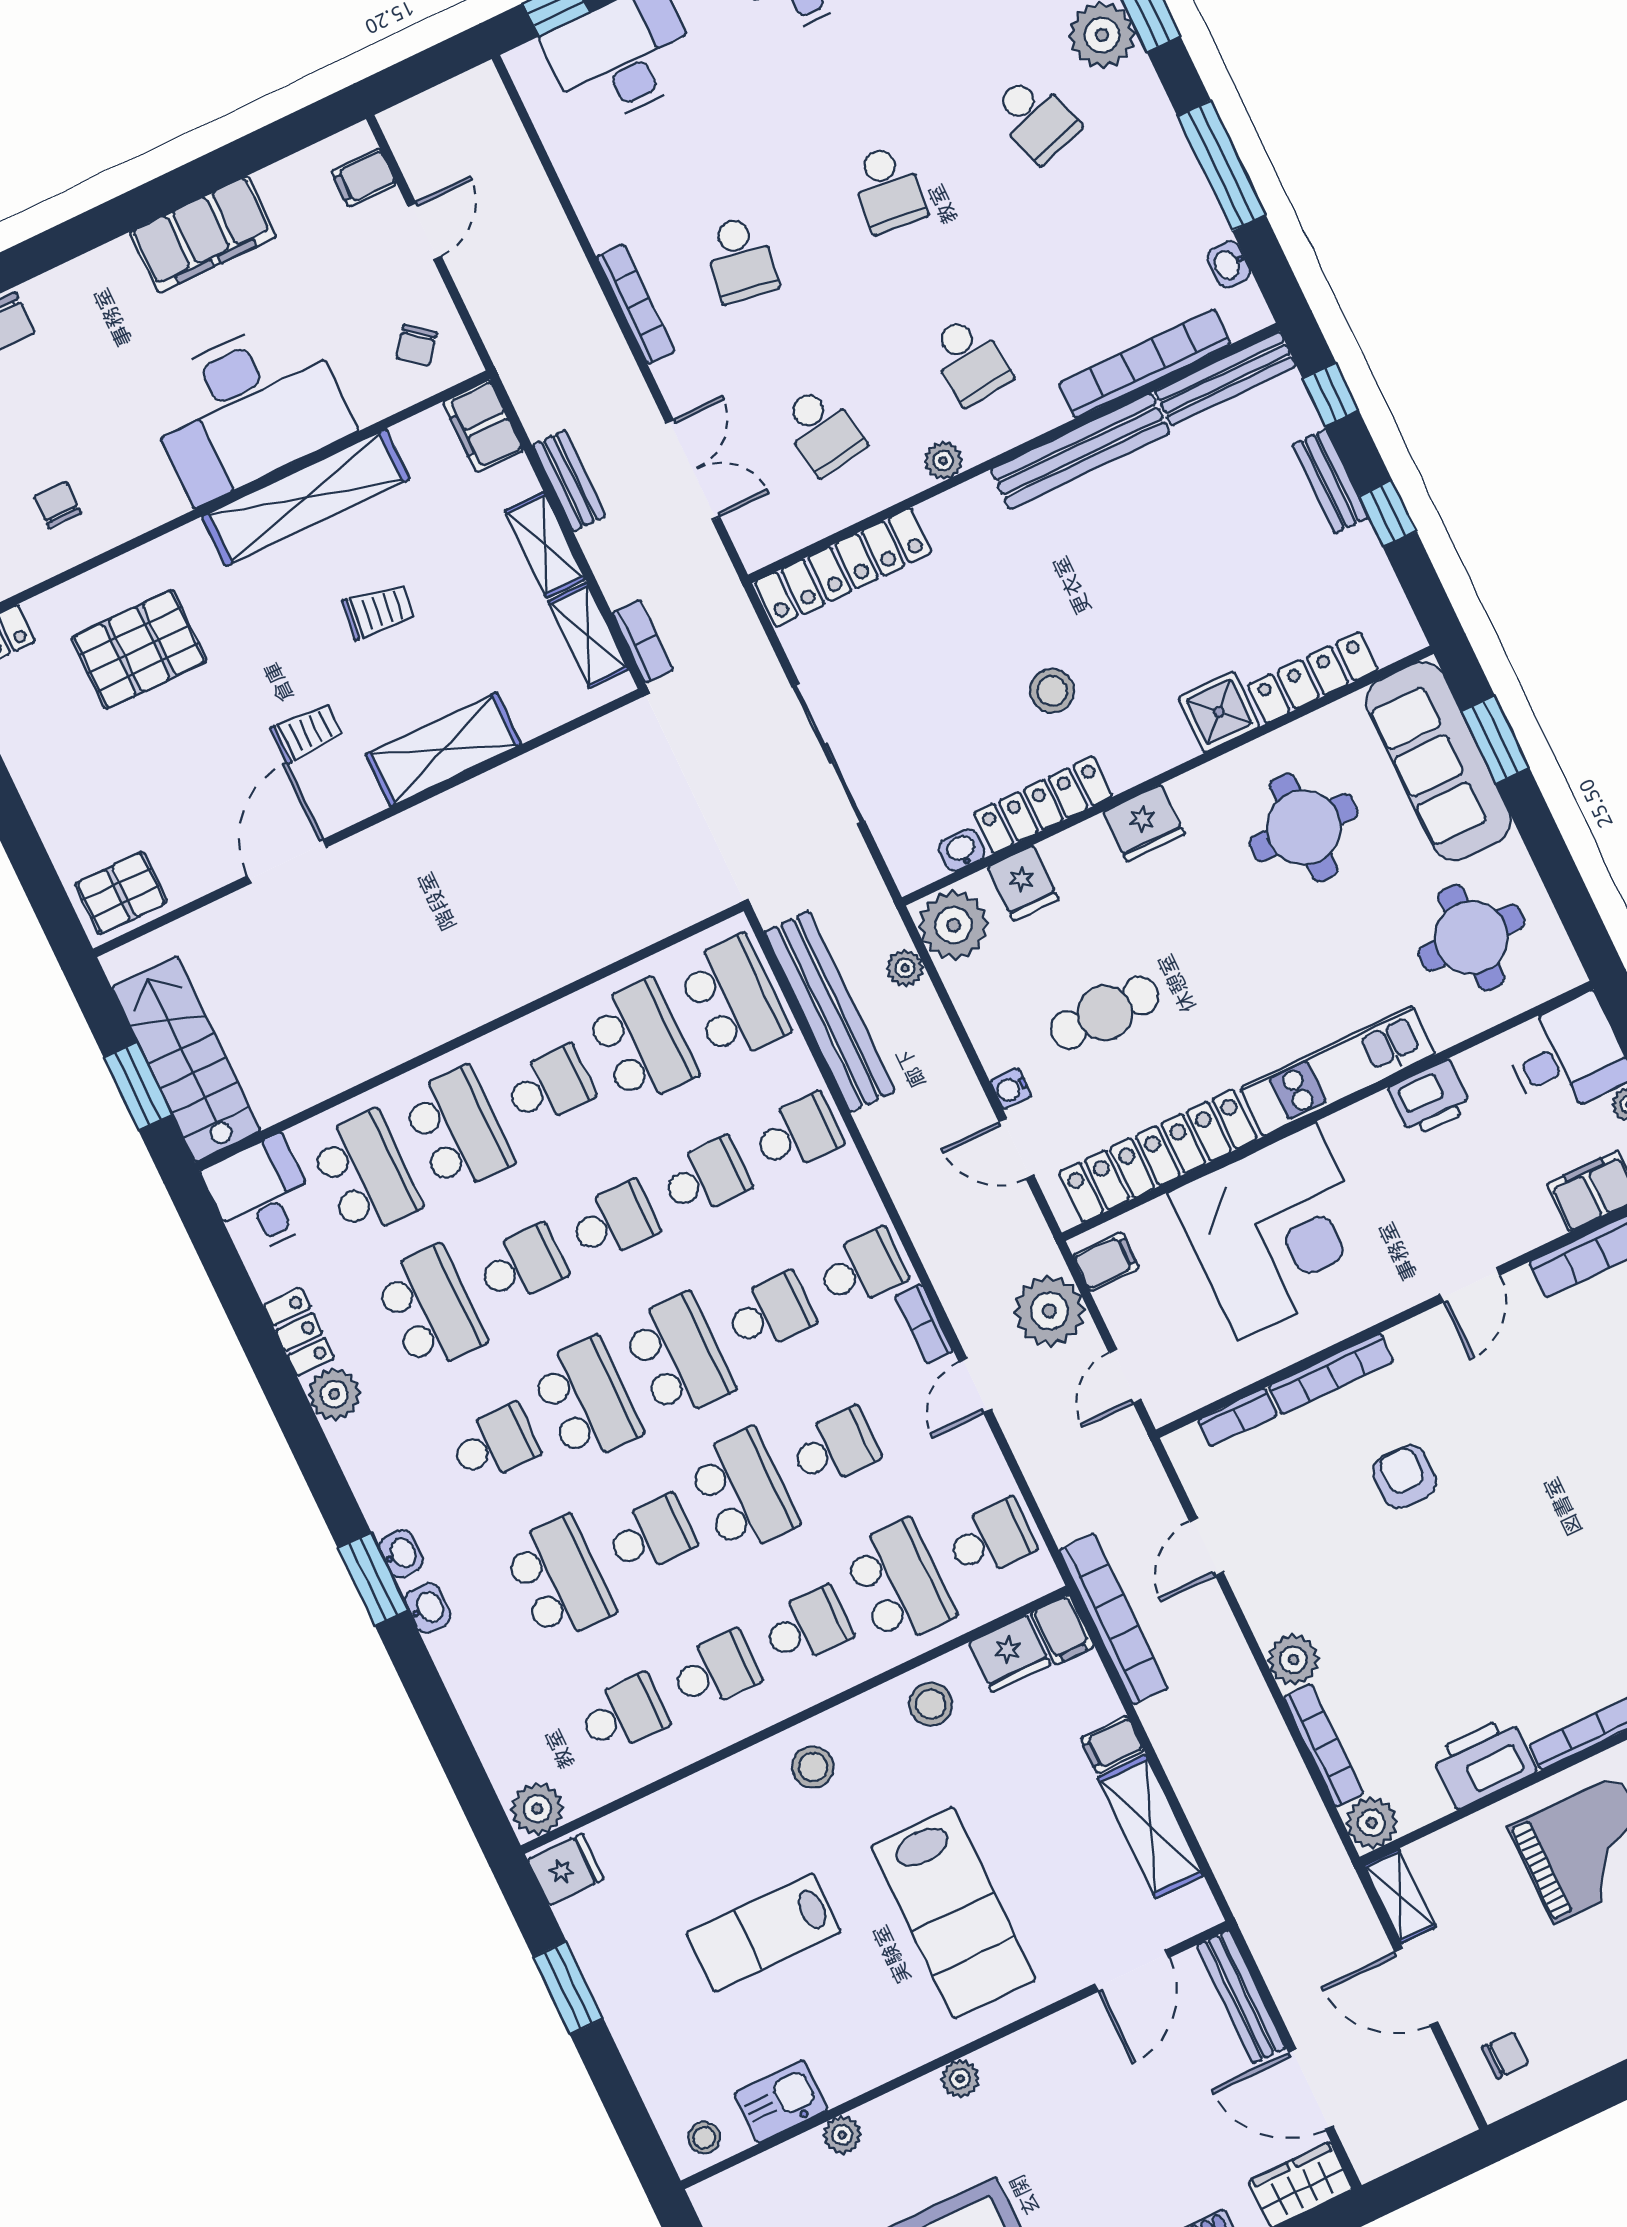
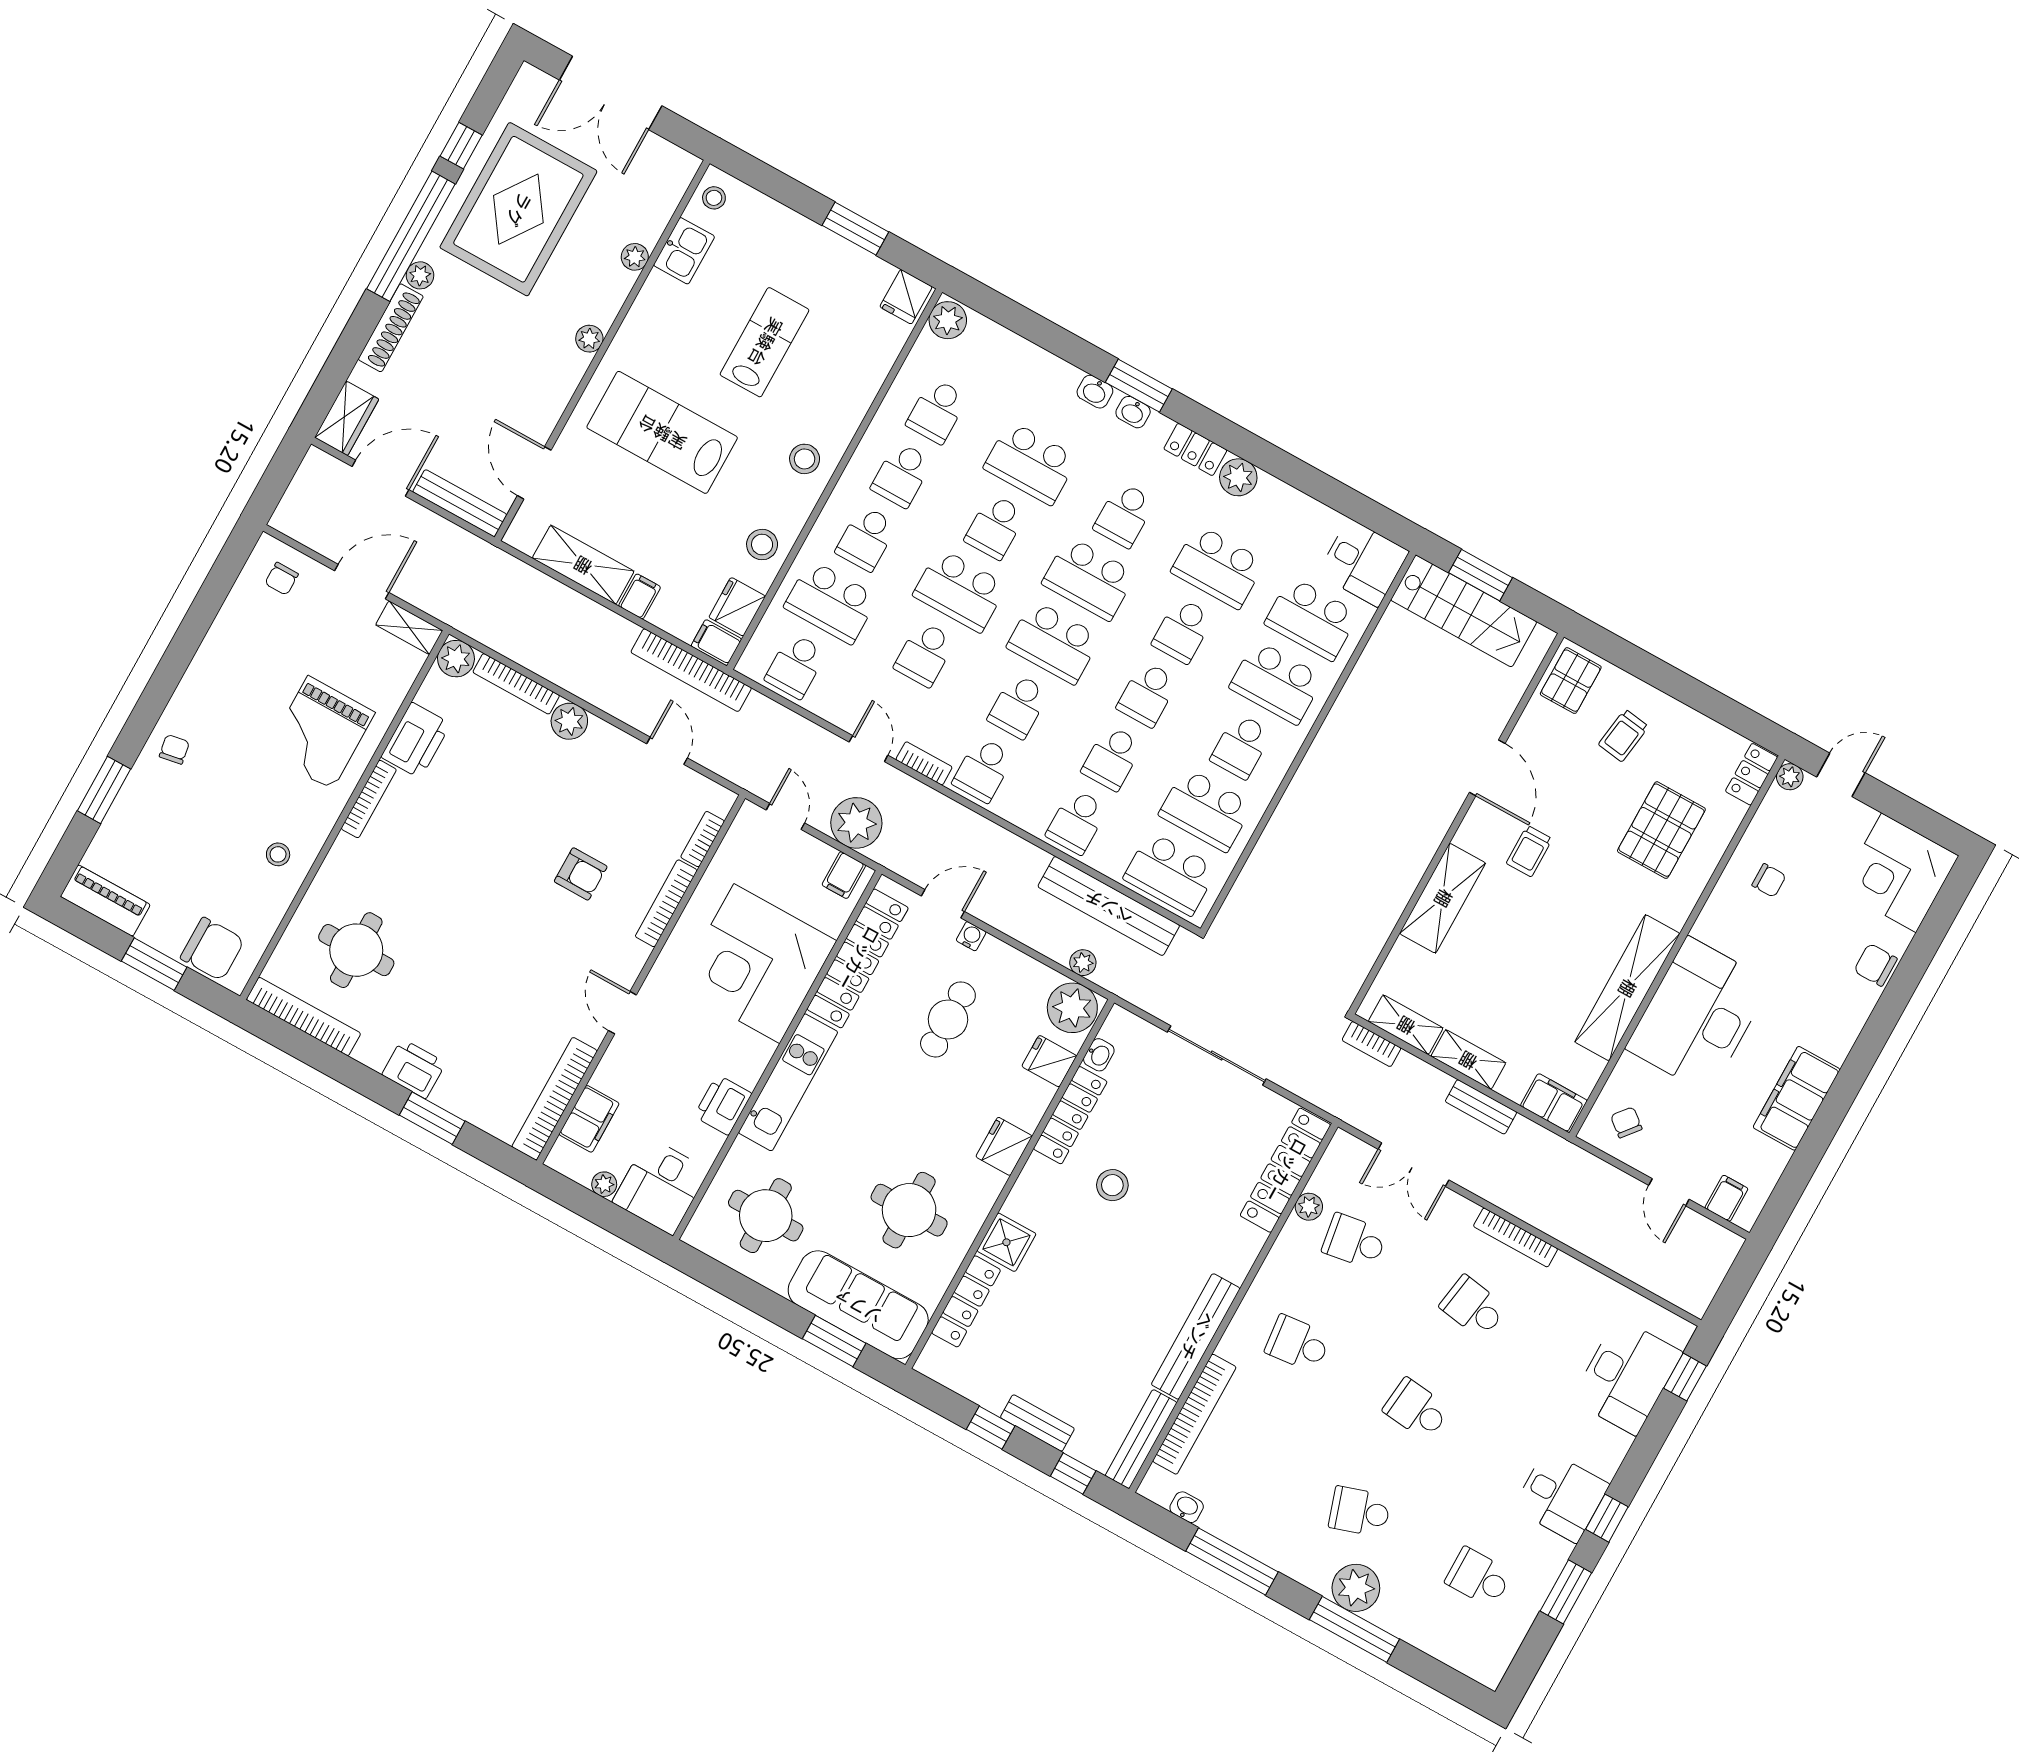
plant: (943, 461) -> (1309, 1207), moved
trolley: (378, 611) -> (1623, 735), moved
locker: (299, 1332) -> (1195, 449), moved

